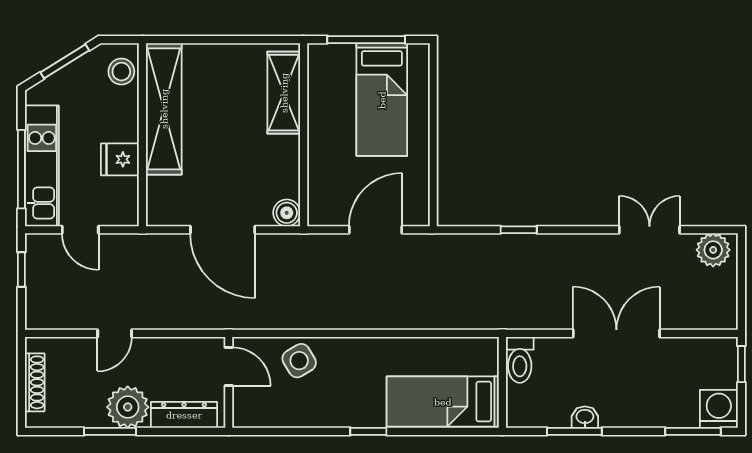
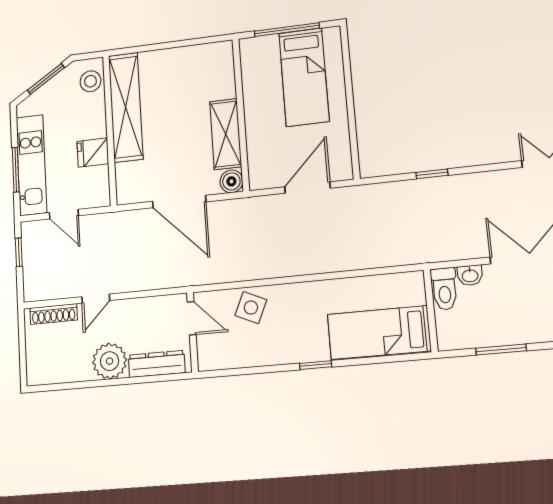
shelving: (284, 93) -> (226, 134), moved
window: (21, 169) -> (16, 170), width x0.69
side table: (299, 361) -> (251, 308), turned -35
shoe rack: (35, 382) -> (54, 314), moved, turned 90
washbasin: (585, 417) -> (470, 275), moved, turned 180
window: (110, 431) -> (96, 384), removed

